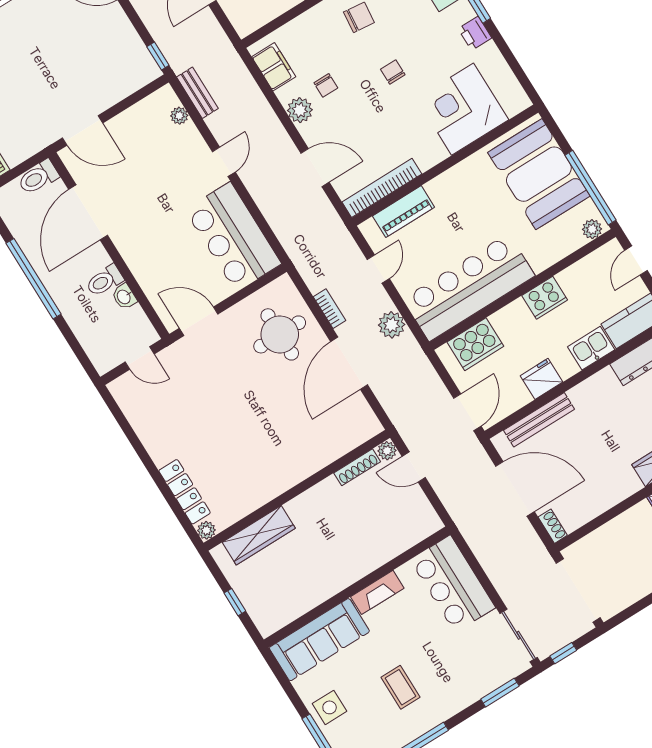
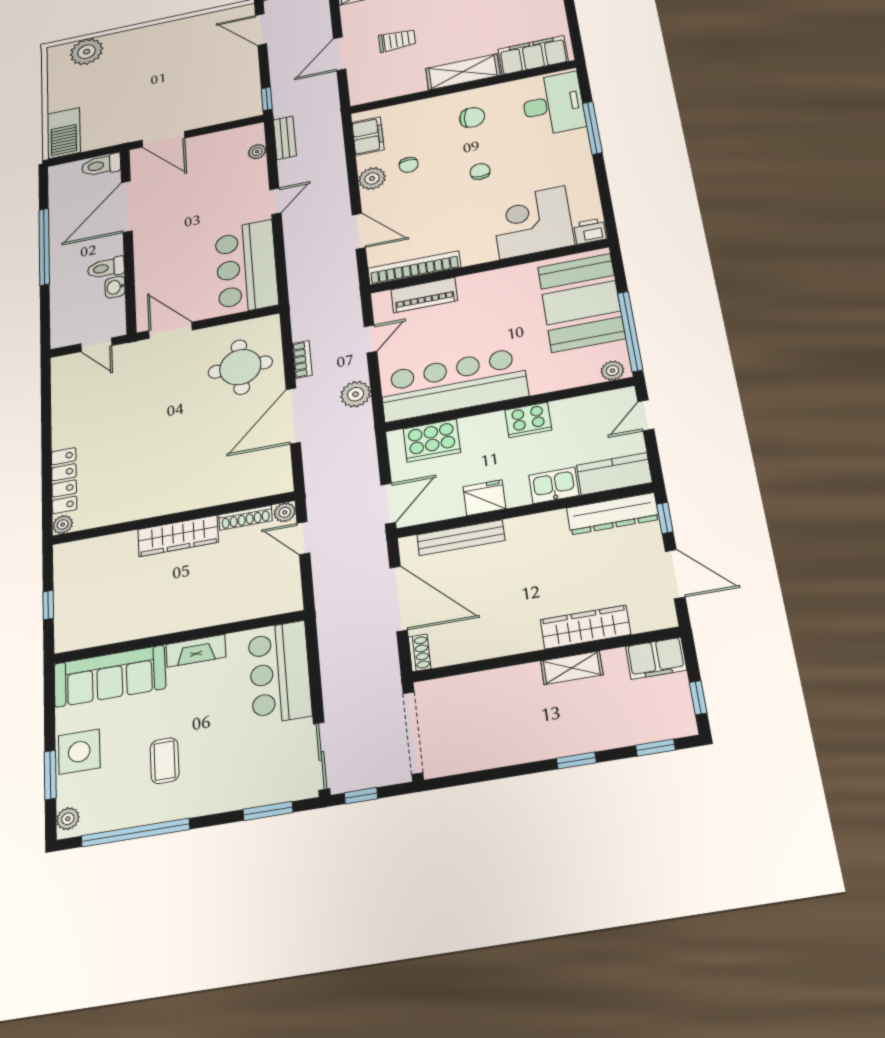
printer: (475, 33) -> (590, 231), moved, turned 90
wardrobe: (259, 535) -> (178, 536), moved
side table: (330, 707) -> (79, 752), width x1.37, depth x1.37

